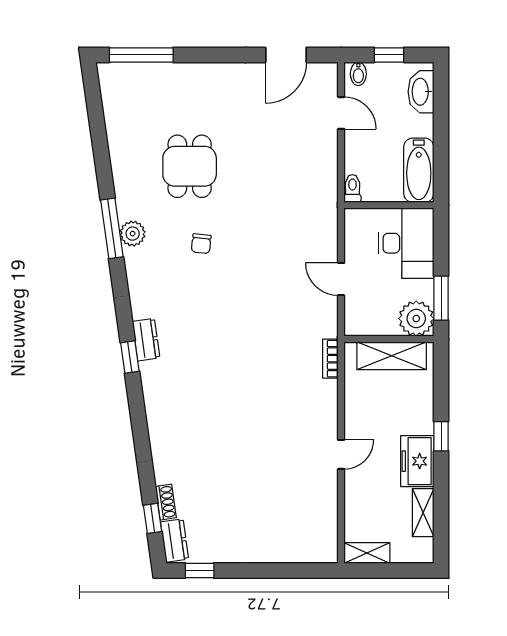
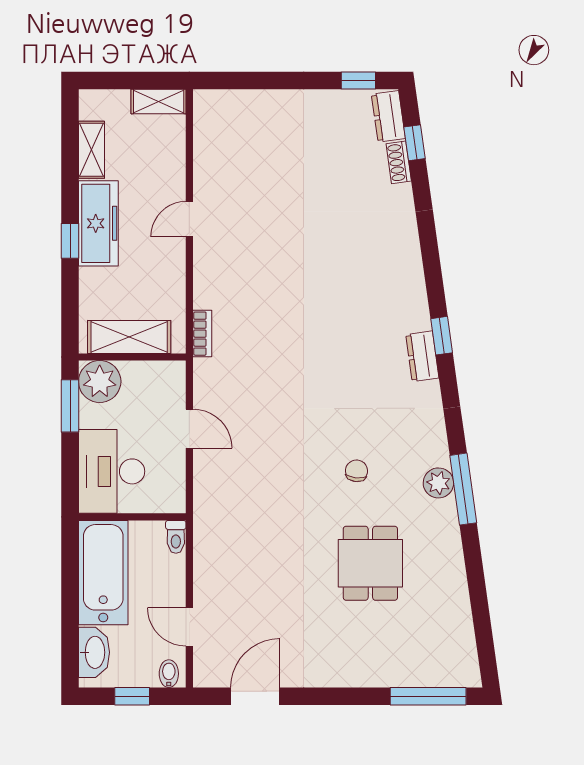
bathtub: (419, 170) -> (103, 573), width x1.36, depth x1.36
freezer: (417, 461) -> (98, 223), width x1.40

